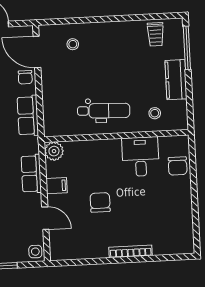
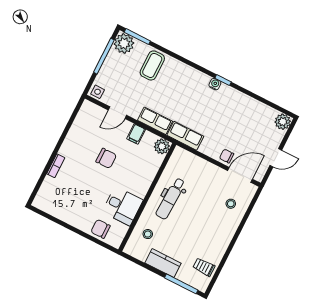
row of seats: (28, 116) -> (185, 136), moved
bookcase: (131, 251) -> (56, 166), width x0.64

